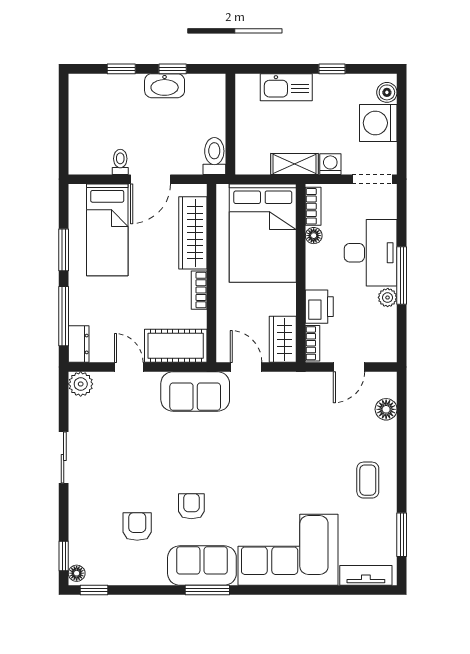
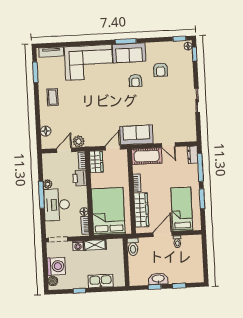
door: (246, 367) -> (113, 148), swing flipped
plant: (81, 384) -> (79, 141), moved

